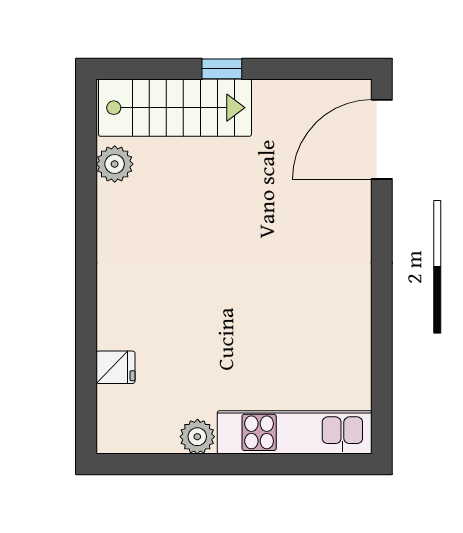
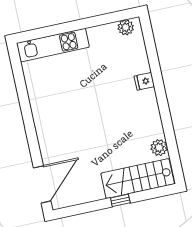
fridge: (115, 367) -> (144, 81), moved
plant: (197, 437) -> (126, 27), moved

